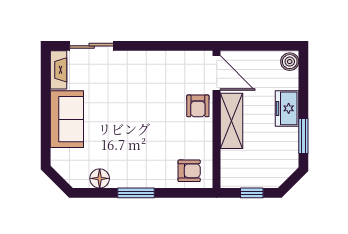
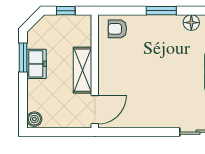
door: (217, 73) -> (95, 110), swing flipped
armchair: (198, 106) -> (110, 82), removed
freezer: (287, 108) -> (37, 64), moved

